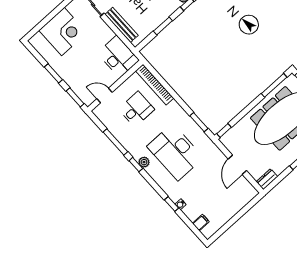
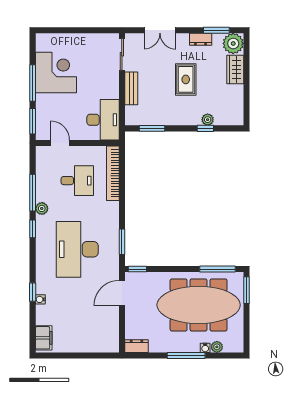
bench: (122, 25) -> (131, 88), width x0.73
window: (163, 26) -> (152, 128), moved
corner desk: (63, 32) -> (56, 72), moved, turned -90
window: (53, 73) -> (33, 83), width x1.44
plant: (144, 162) -> (42, 208), moved
door: (237, 165) -> (122, 293), moved
filing cabinet: (201, 223) -> (44, 338), width x2.00

